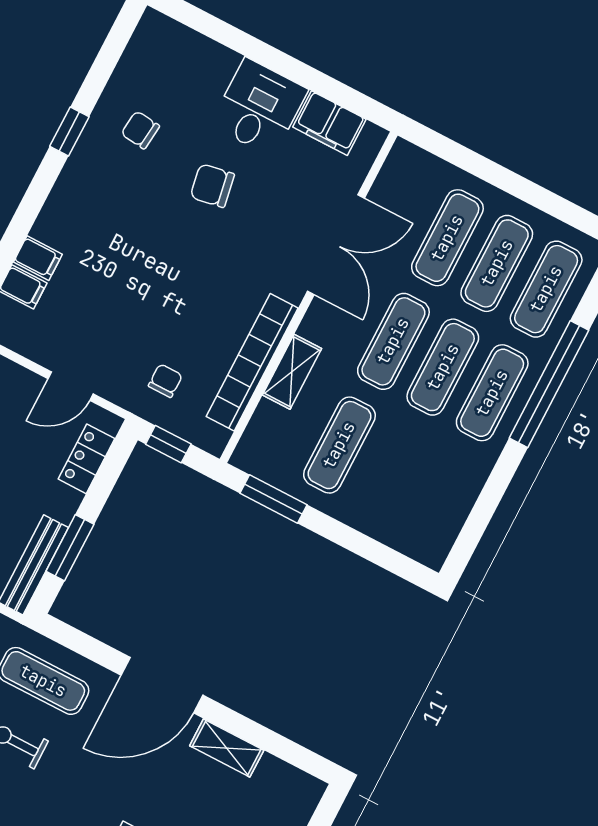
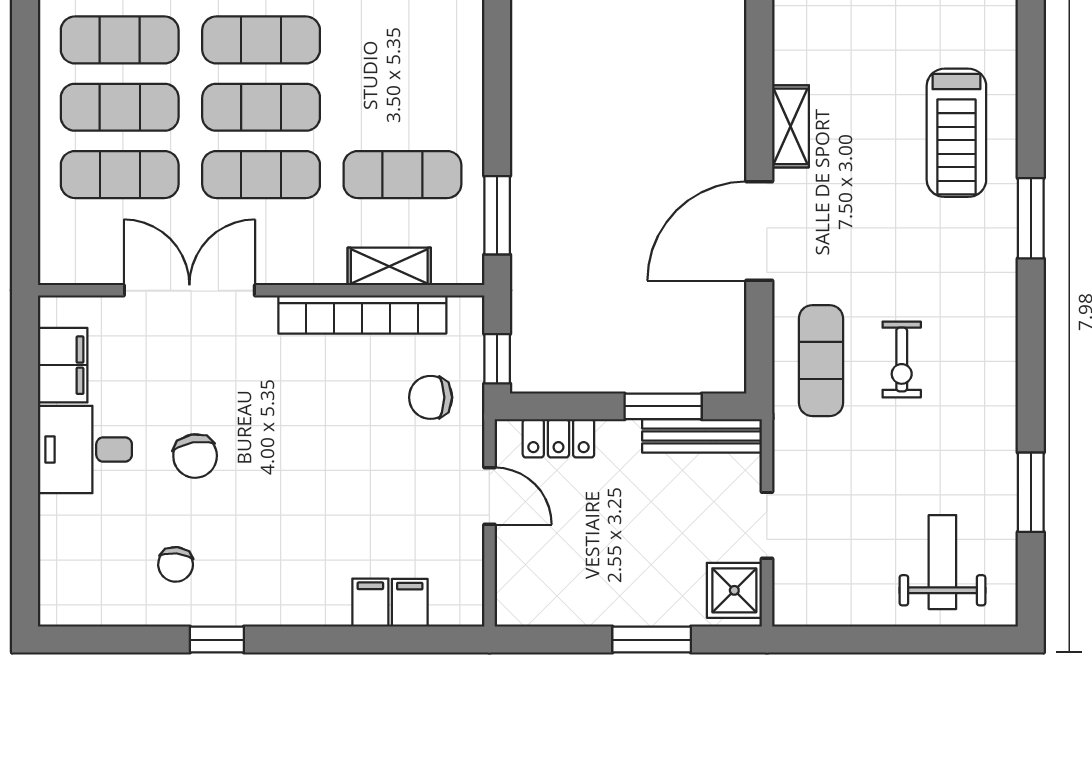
shelving: (292, 372) -> (389, 266), moved
chair: (165, 381) -> (431, 397), width x1.37, depth x1.37
door: (162, 685) -> (759, 231), swing flipped

